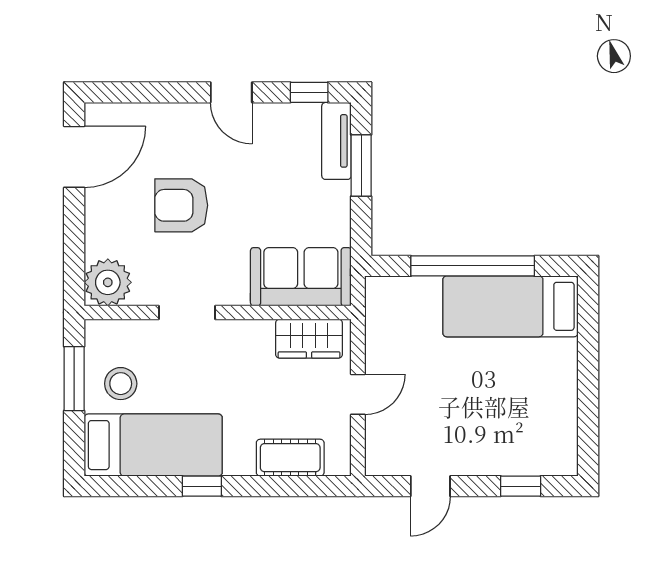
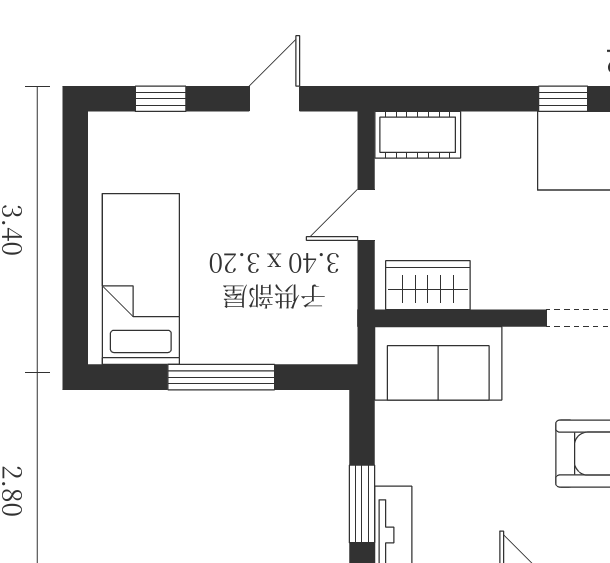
window: (473, 266) -> (221, 377), width x0.68
bed: (510, 306) -> (141, 279), moved, turned -90
cot: (290, 458) -> (418, 135), moved

